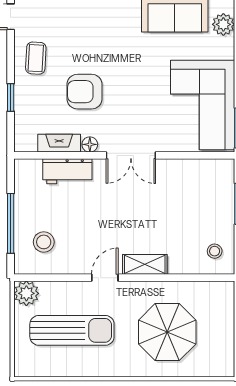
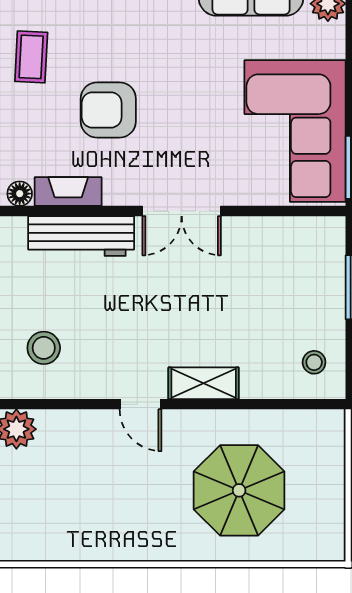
floor lamp: (90, 144) -> (20, 194), moved
workbench: (67, 171) -> (81, 236), width x1.37
door: (105, 278) -> (141, 404), swing flipped
sun lounger: (72, 330) -> (88, 488), removed

